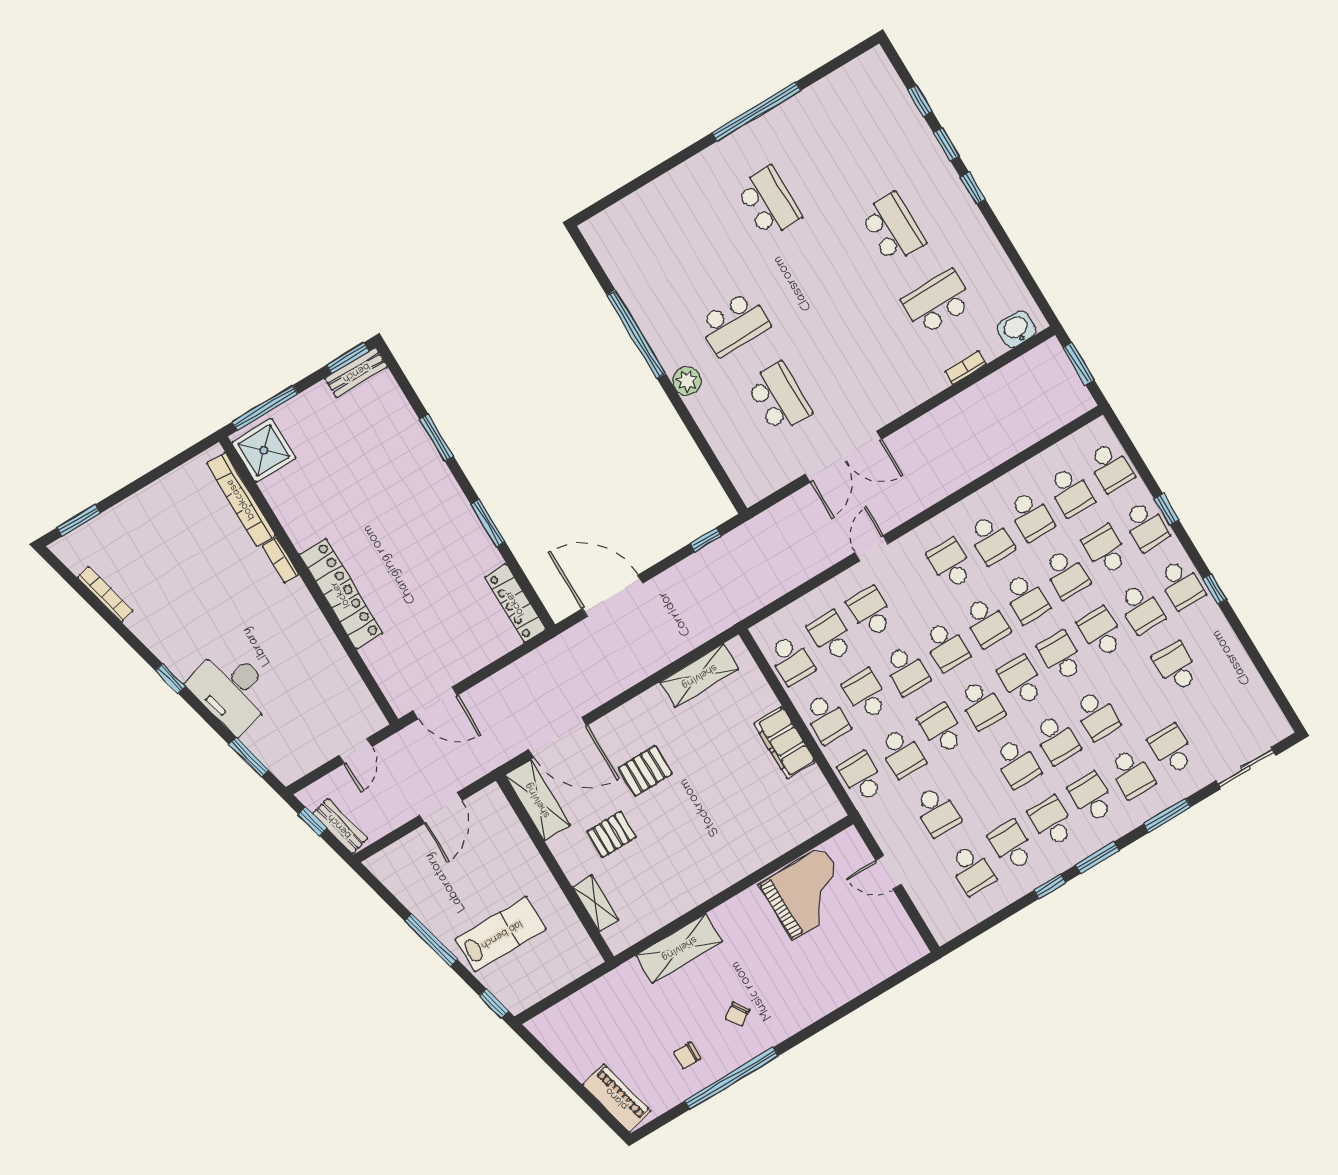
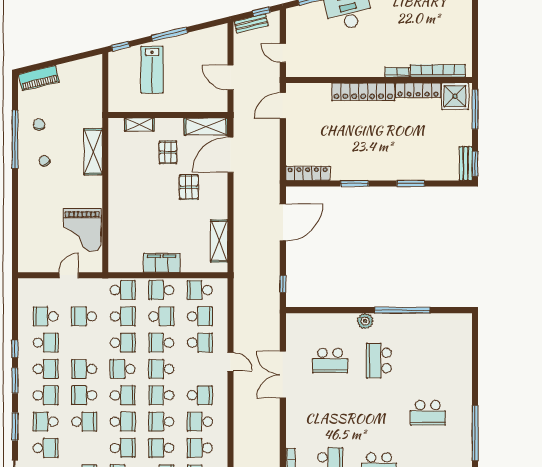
locker: (289, 512) -> (418, 90), added
school desk: (1096, 715) -> (84, 422), turned 180
school desk: (902, 753) -> (123, 316), turned 180

